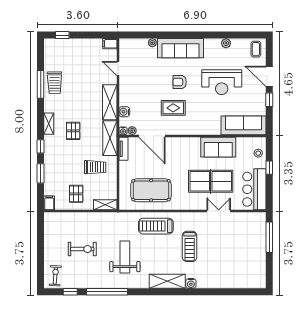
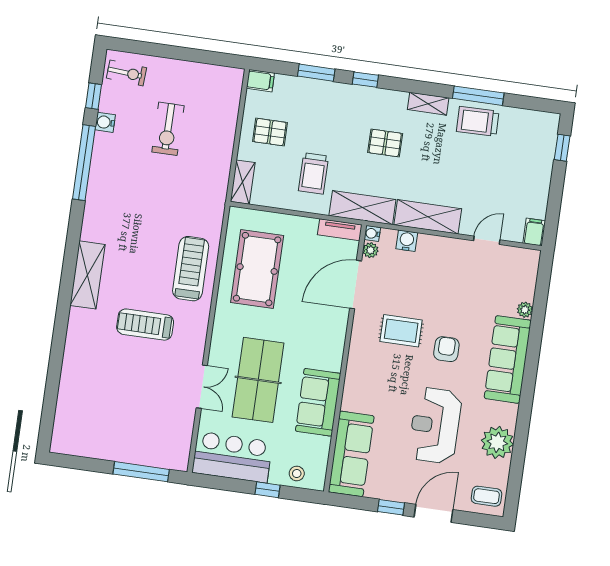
plant: (226, 43) -> (497, 442), width x1.88, depth x1.88
rug: (173, 108) -> (401, 331), turned 90
shelving: (49, 124) -> (428, 104), moved
weight bench: (125, 257) -> (142, 204), removed
water cooler: (191, 283) -> (105, 122), moved

